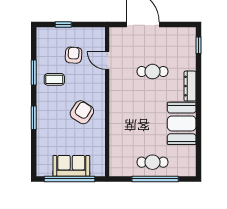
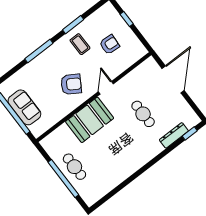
door: (107, 61) -> (106, 88), moved
dresser: (190, 86) -> (174, 135), moved
window: (34, 118) -> (39, 51), width x1.44
booth: (182, 123) -> (90, 120), moved

